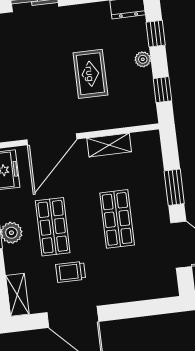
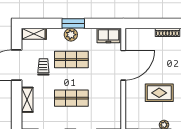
door: (52, 139) -> (123, 65), swing flipped
shelving: (109, 145) -> (27, 100), moved

